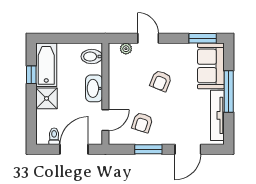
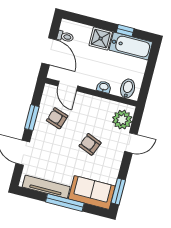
plant: (126, 49) -> (122, 120), width x1.87, depth x1.87
washbasin: (94, 88) -> (104, 87), width x0.52, depth x0.69

